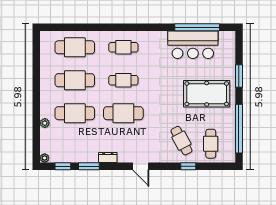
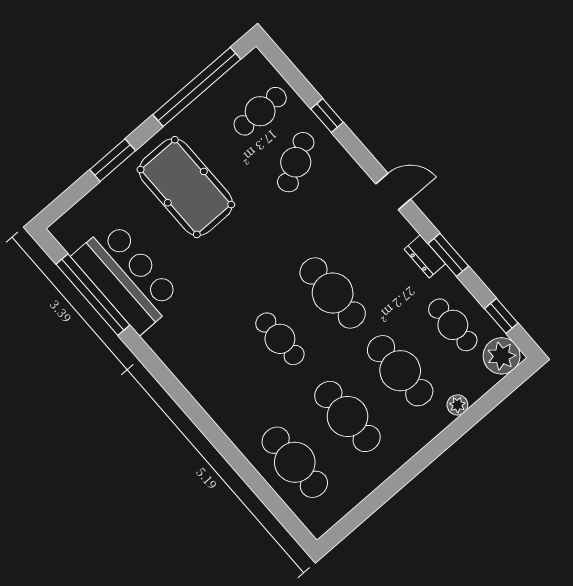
cafe table: (123, 47) -> (453, 325), moved
plant: (45, 158) -> (502, 356), width x1.88, depth x1.88
window: (89, 166) -> (448, 255), moved
door: (141, 166) -> (393, 192), hinge flipped

